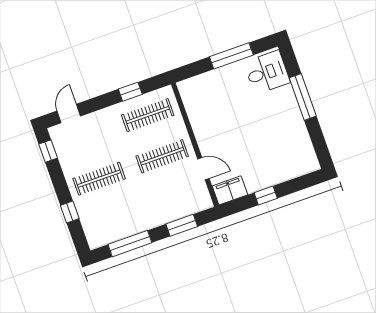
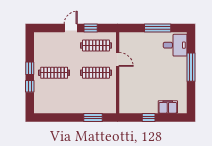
door: (69, 113) -> (71, 28), moved
window: (48, 151) -> (30, 68), moved
door: (203, 169) -> (118, 59), moved
filing cabinet: (230, 190) -> (168, 107), moved
window: (130, 244) -> (59, 117), removed

